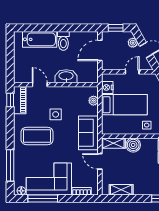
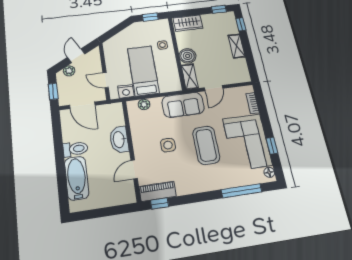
door: (132, 72) -> (106, 80), moved
coffee table: (37, 136) -> (206, 145), moved
shelving: (121, 190) -> (237, 46), moved
window: (43, 198) -> (272, 146), width x0.46

